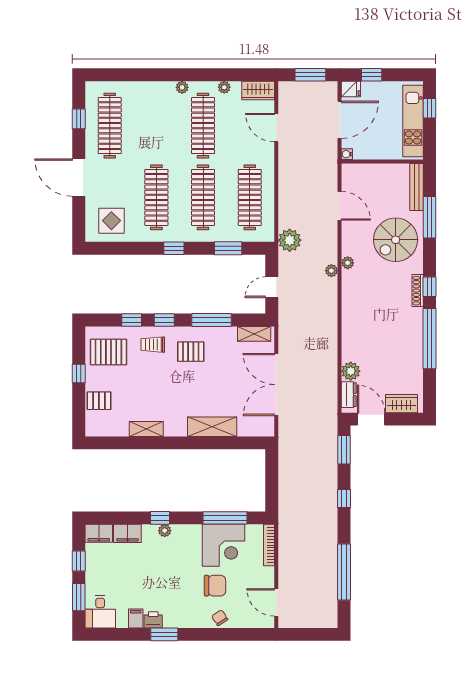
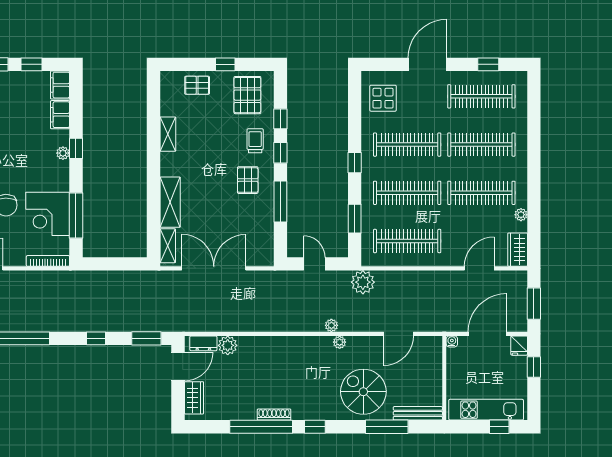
plant: (182, 87) -> (521, 171), removed
door: (340, 120) -> (487, 334), swing flipped
clothes rail: (156, 126) -> (481, 145), added
shoe rack: (418, 291) -> (274, 414), moved
shelving: (254, 334) -> (168, 246), moved
pallet: (99, 401) -> (197, 85), turned 90

